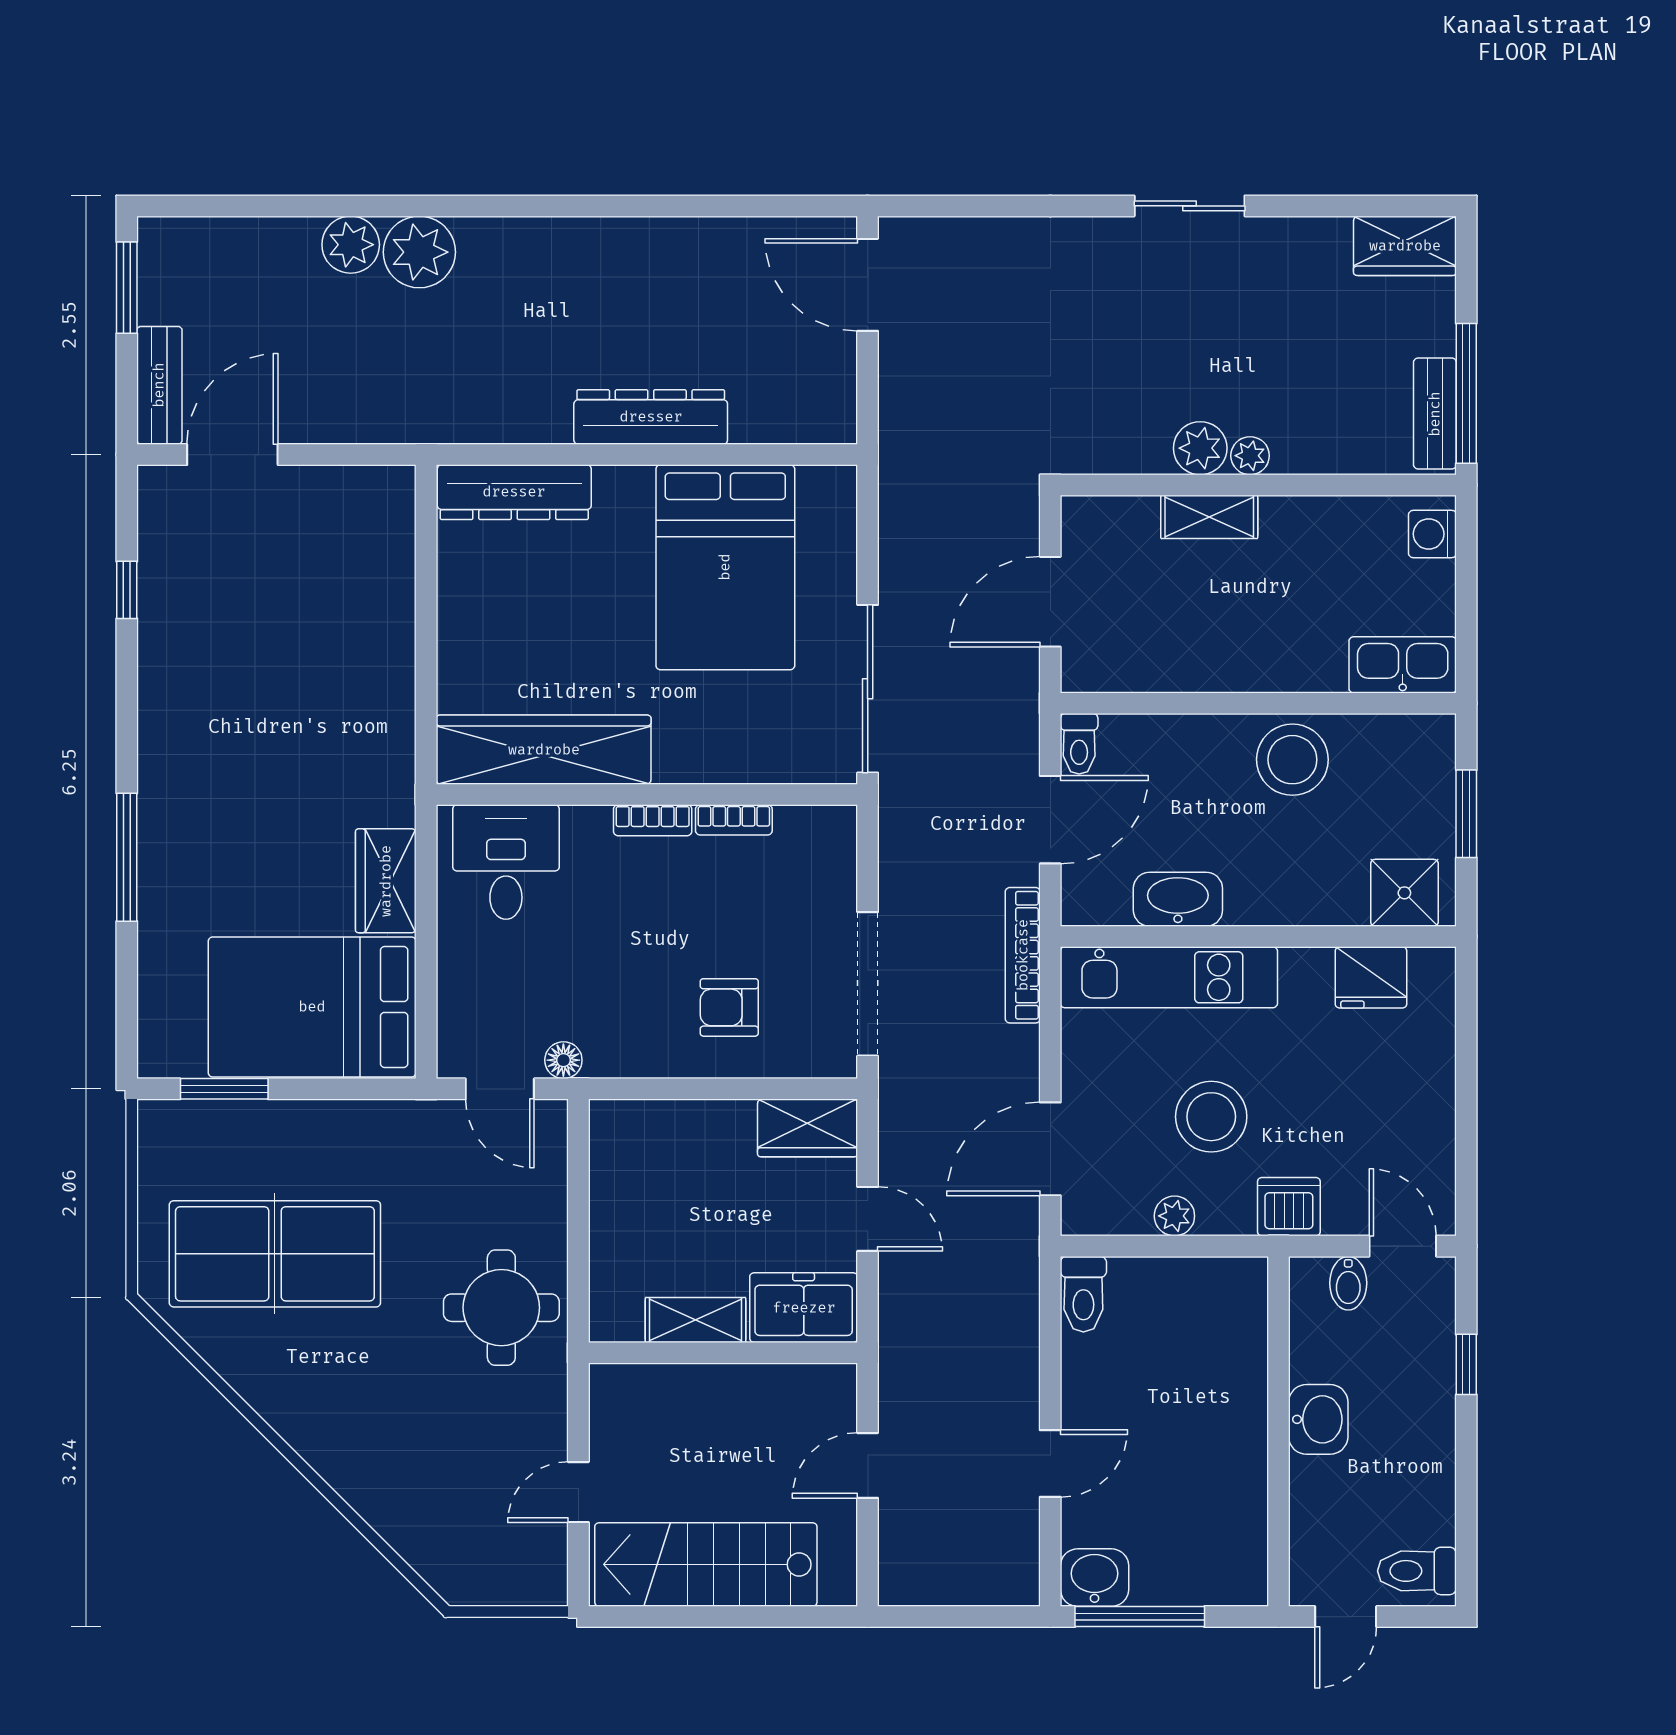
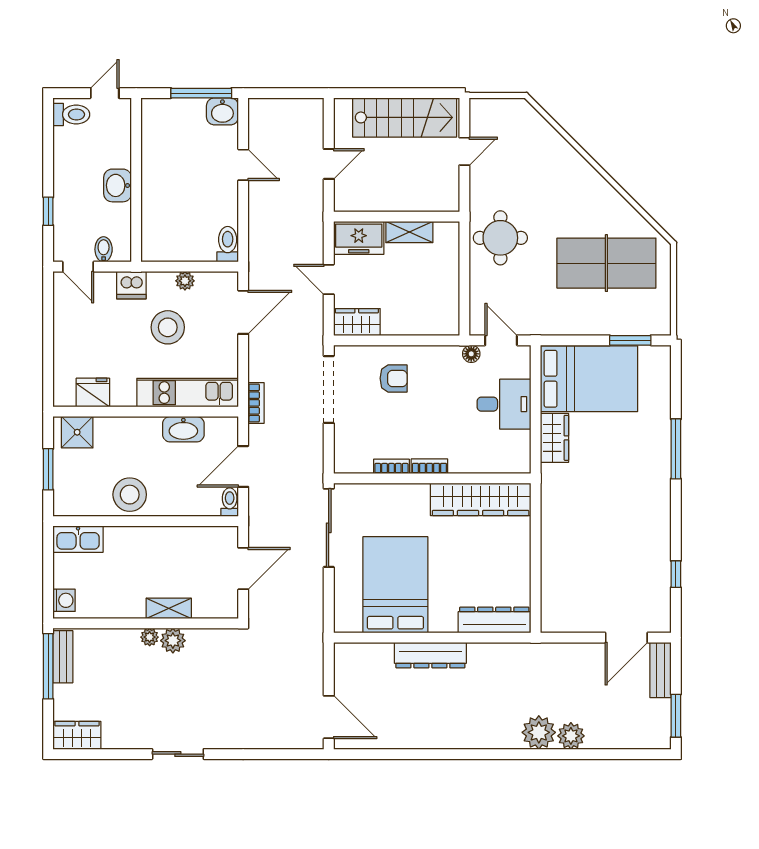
desk: (506, 862) -> (504, 404), moved, turned -90
bookcase: (1023, 955) -> (256, 403), width x0.64
door: (1050, 1463) -> (243, 165), swing flipped

